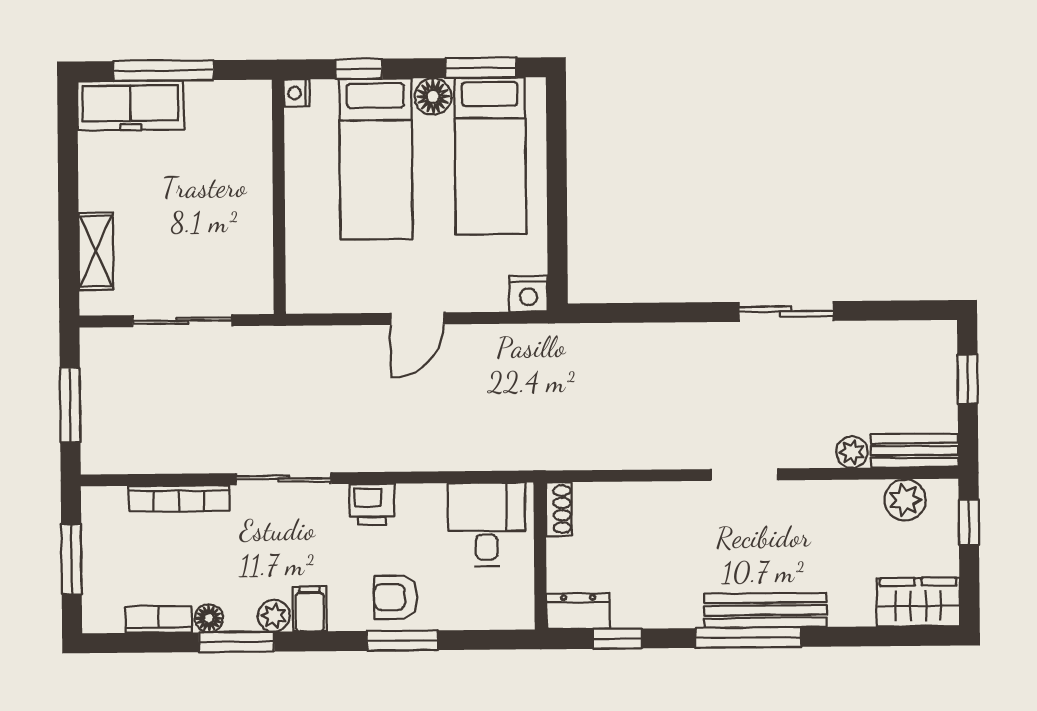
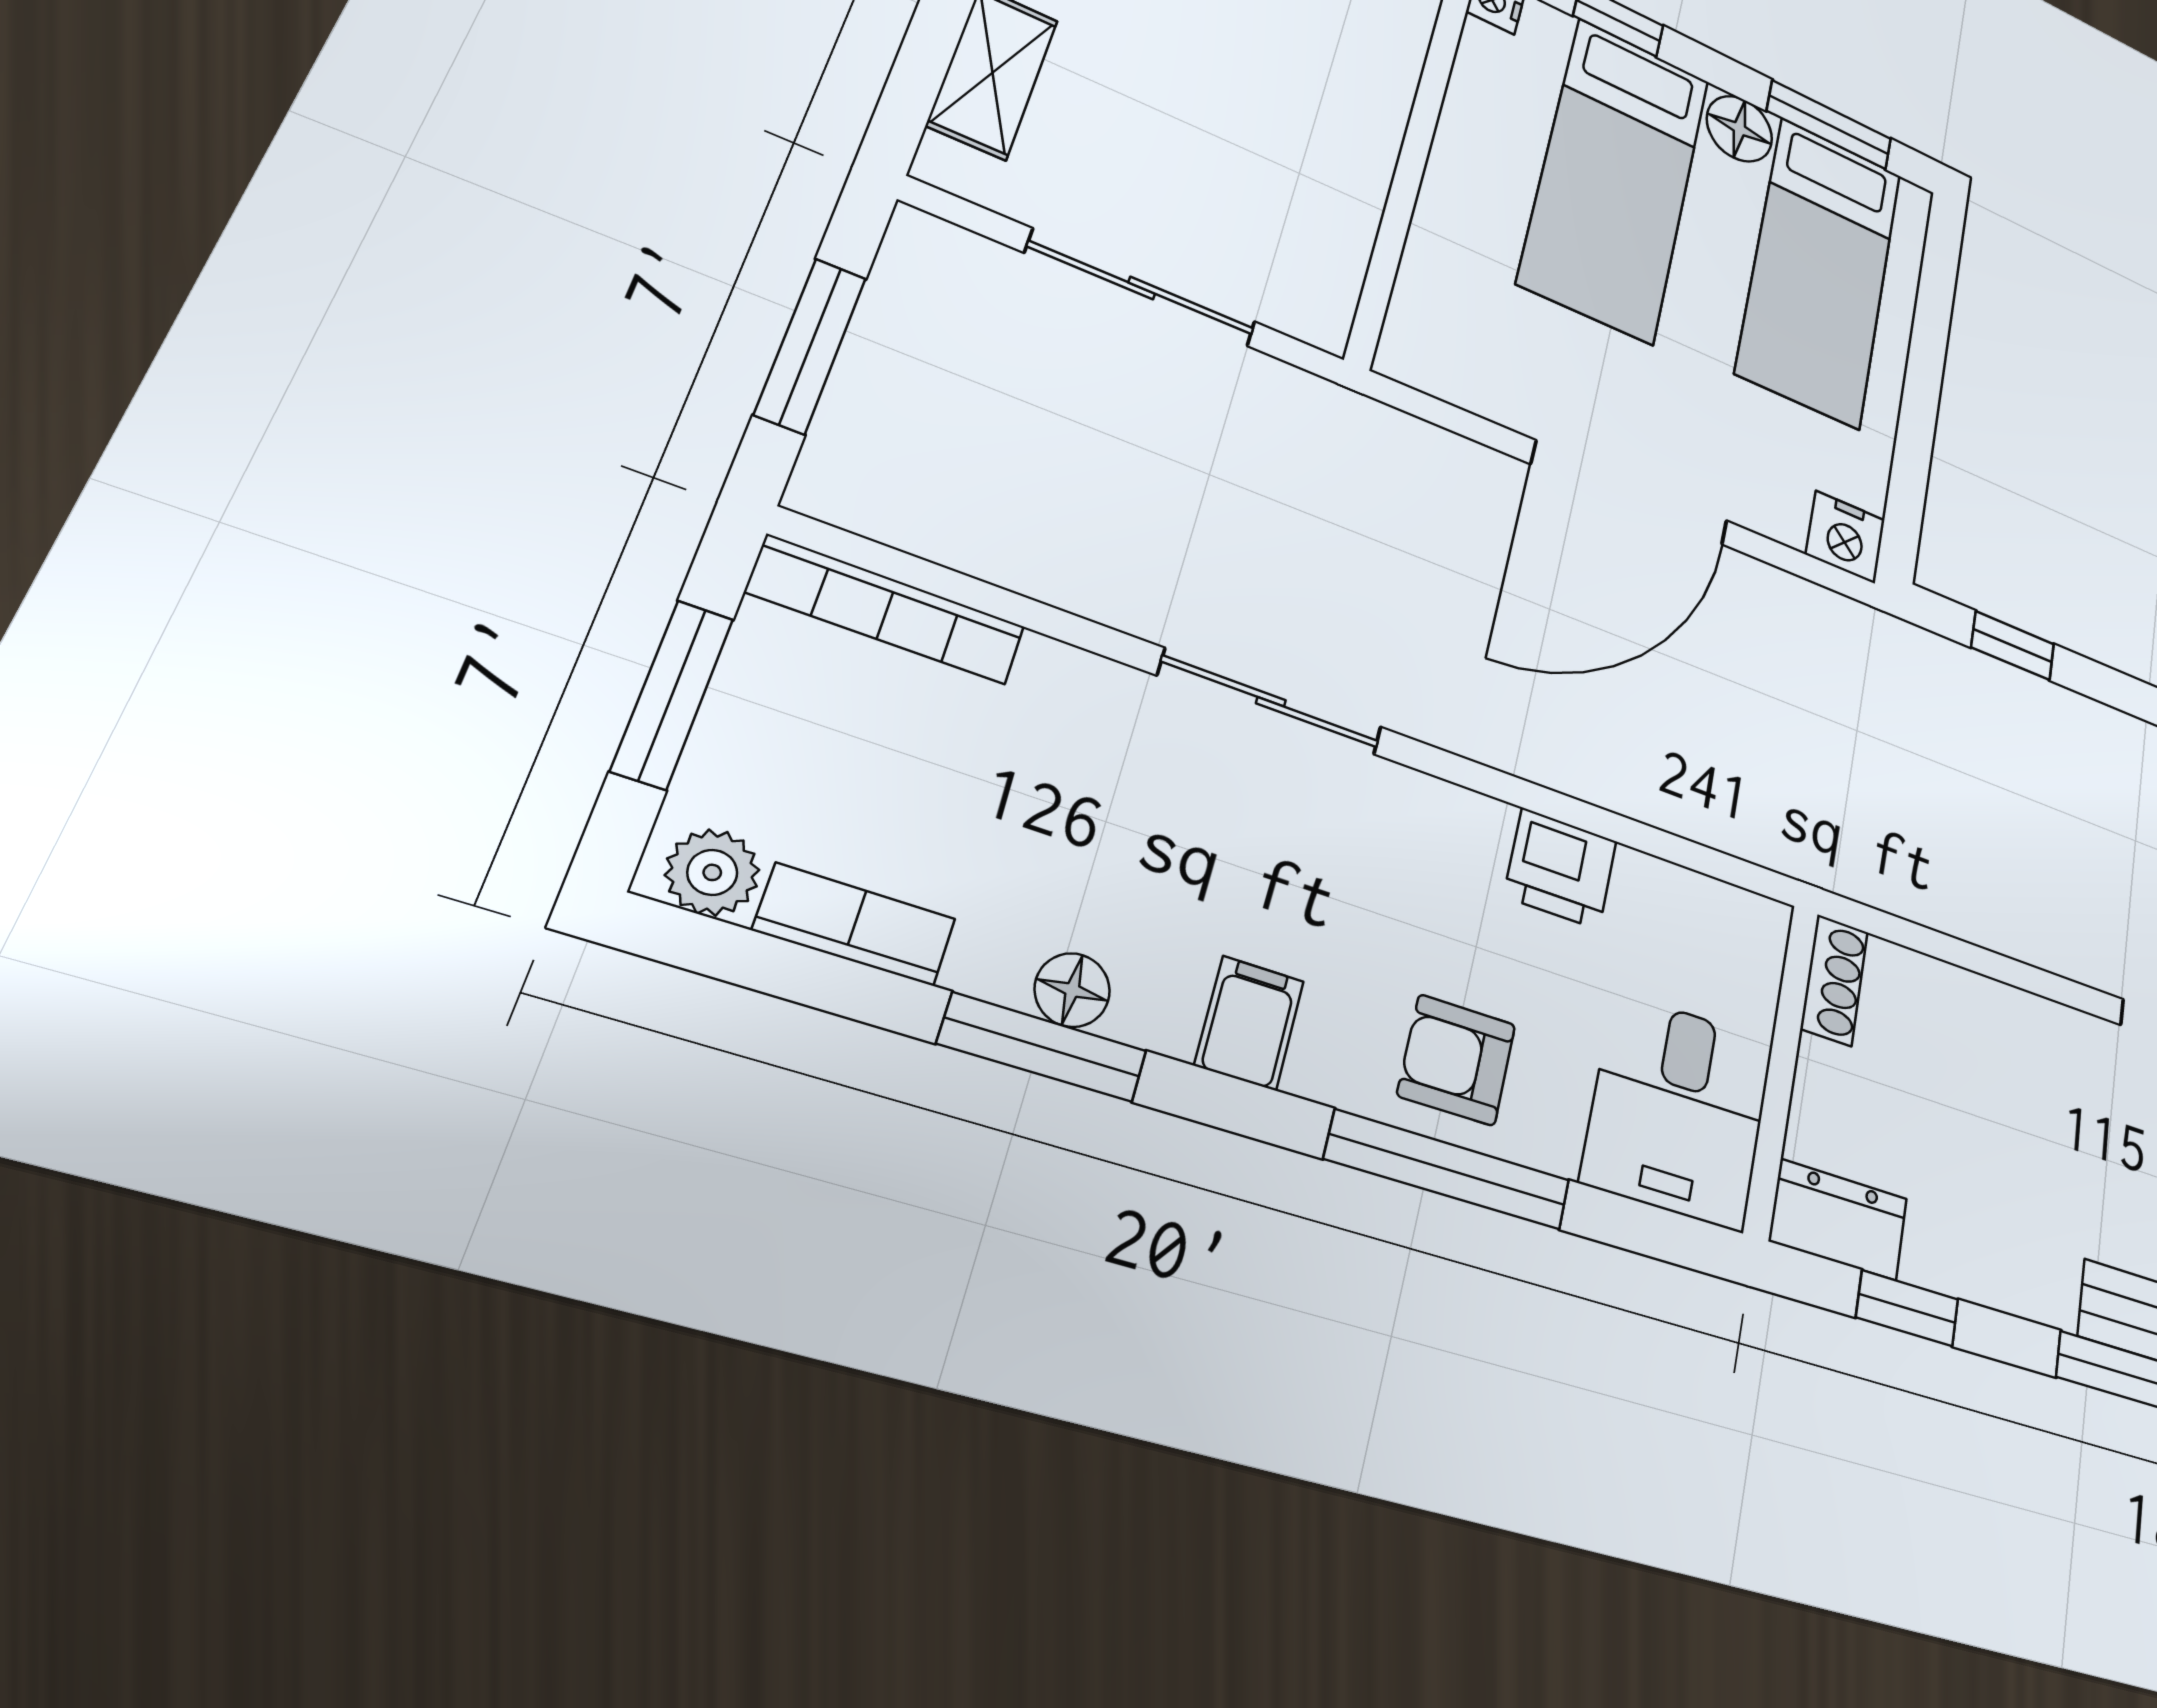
window: (627, 313) -> (2013, 646), added
door: (417, 319) -> (1630, 493), width x1.87
bookcase: (179, 498) -> (887, 610), moved
printer: (372, 504) -> (1561, 869), moved
desk: (487, 525) -> (1678, 1111), moved, turned 180
plant: (274, 616) -> (712, 872), moved
floor lamp: (209, 618) -> (1072, 990), moved
window: (402, 641) -> (1449, 1170), width x1.44

